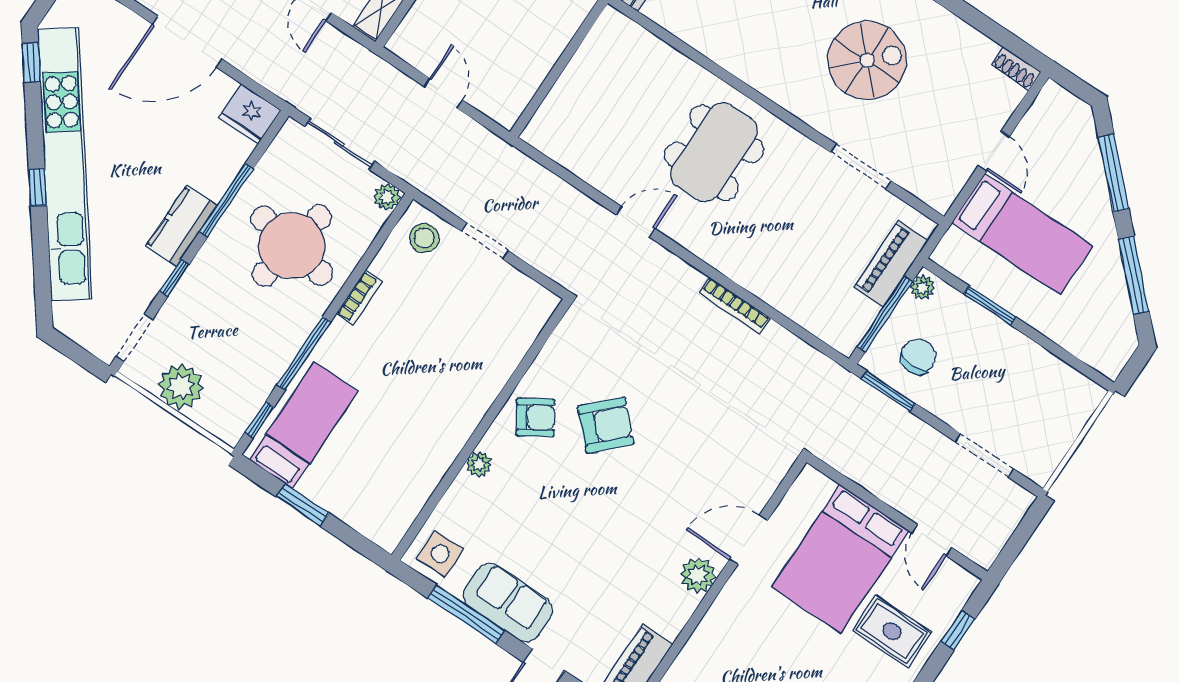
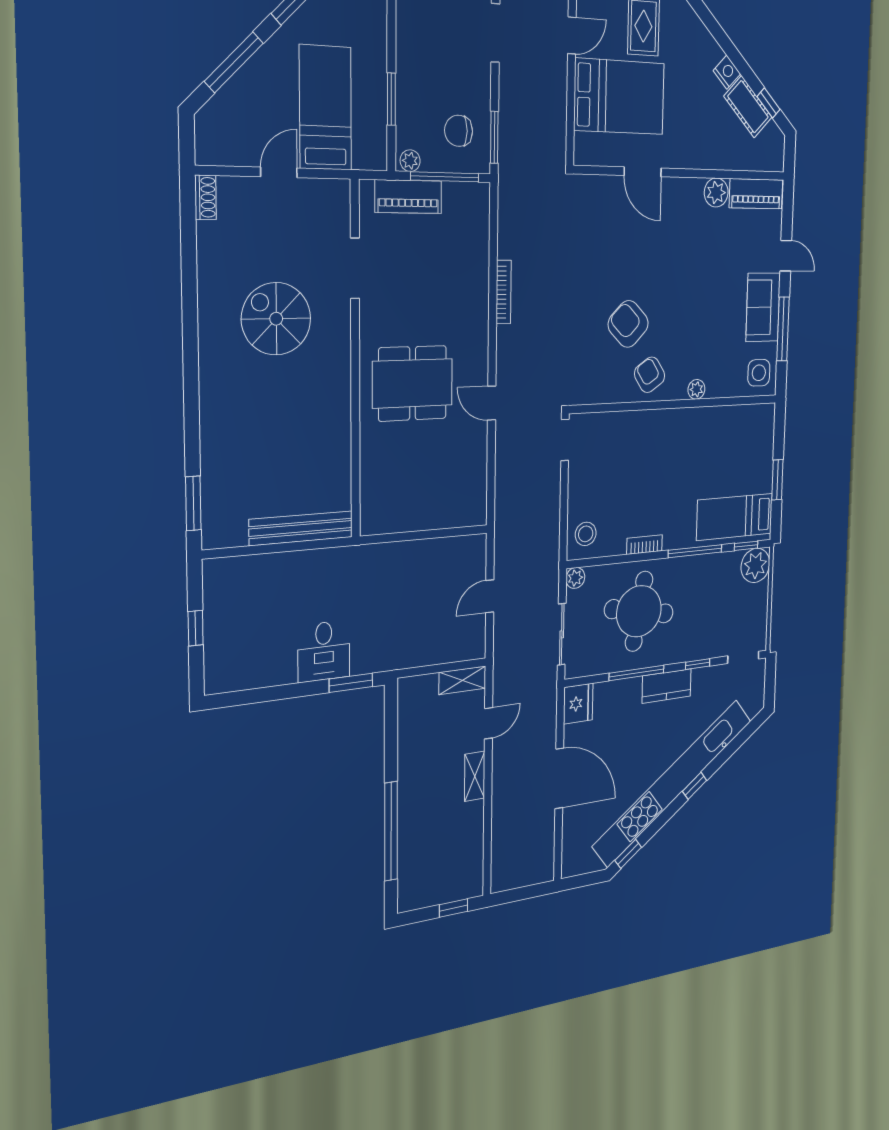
doorway: (485, 241) -> (565, 440), moved
plant: (181, 386) -> (755, 565), moved
plant: (698, 575) -> (716, 192), moved

